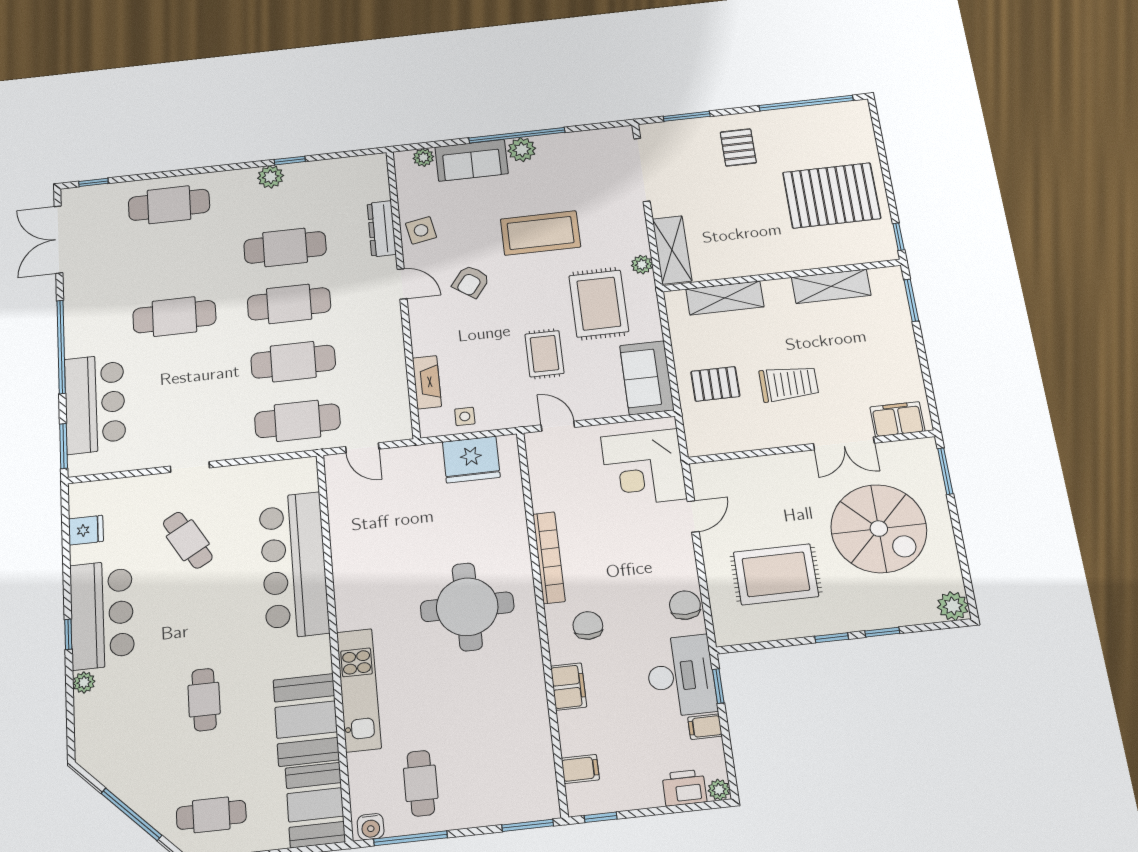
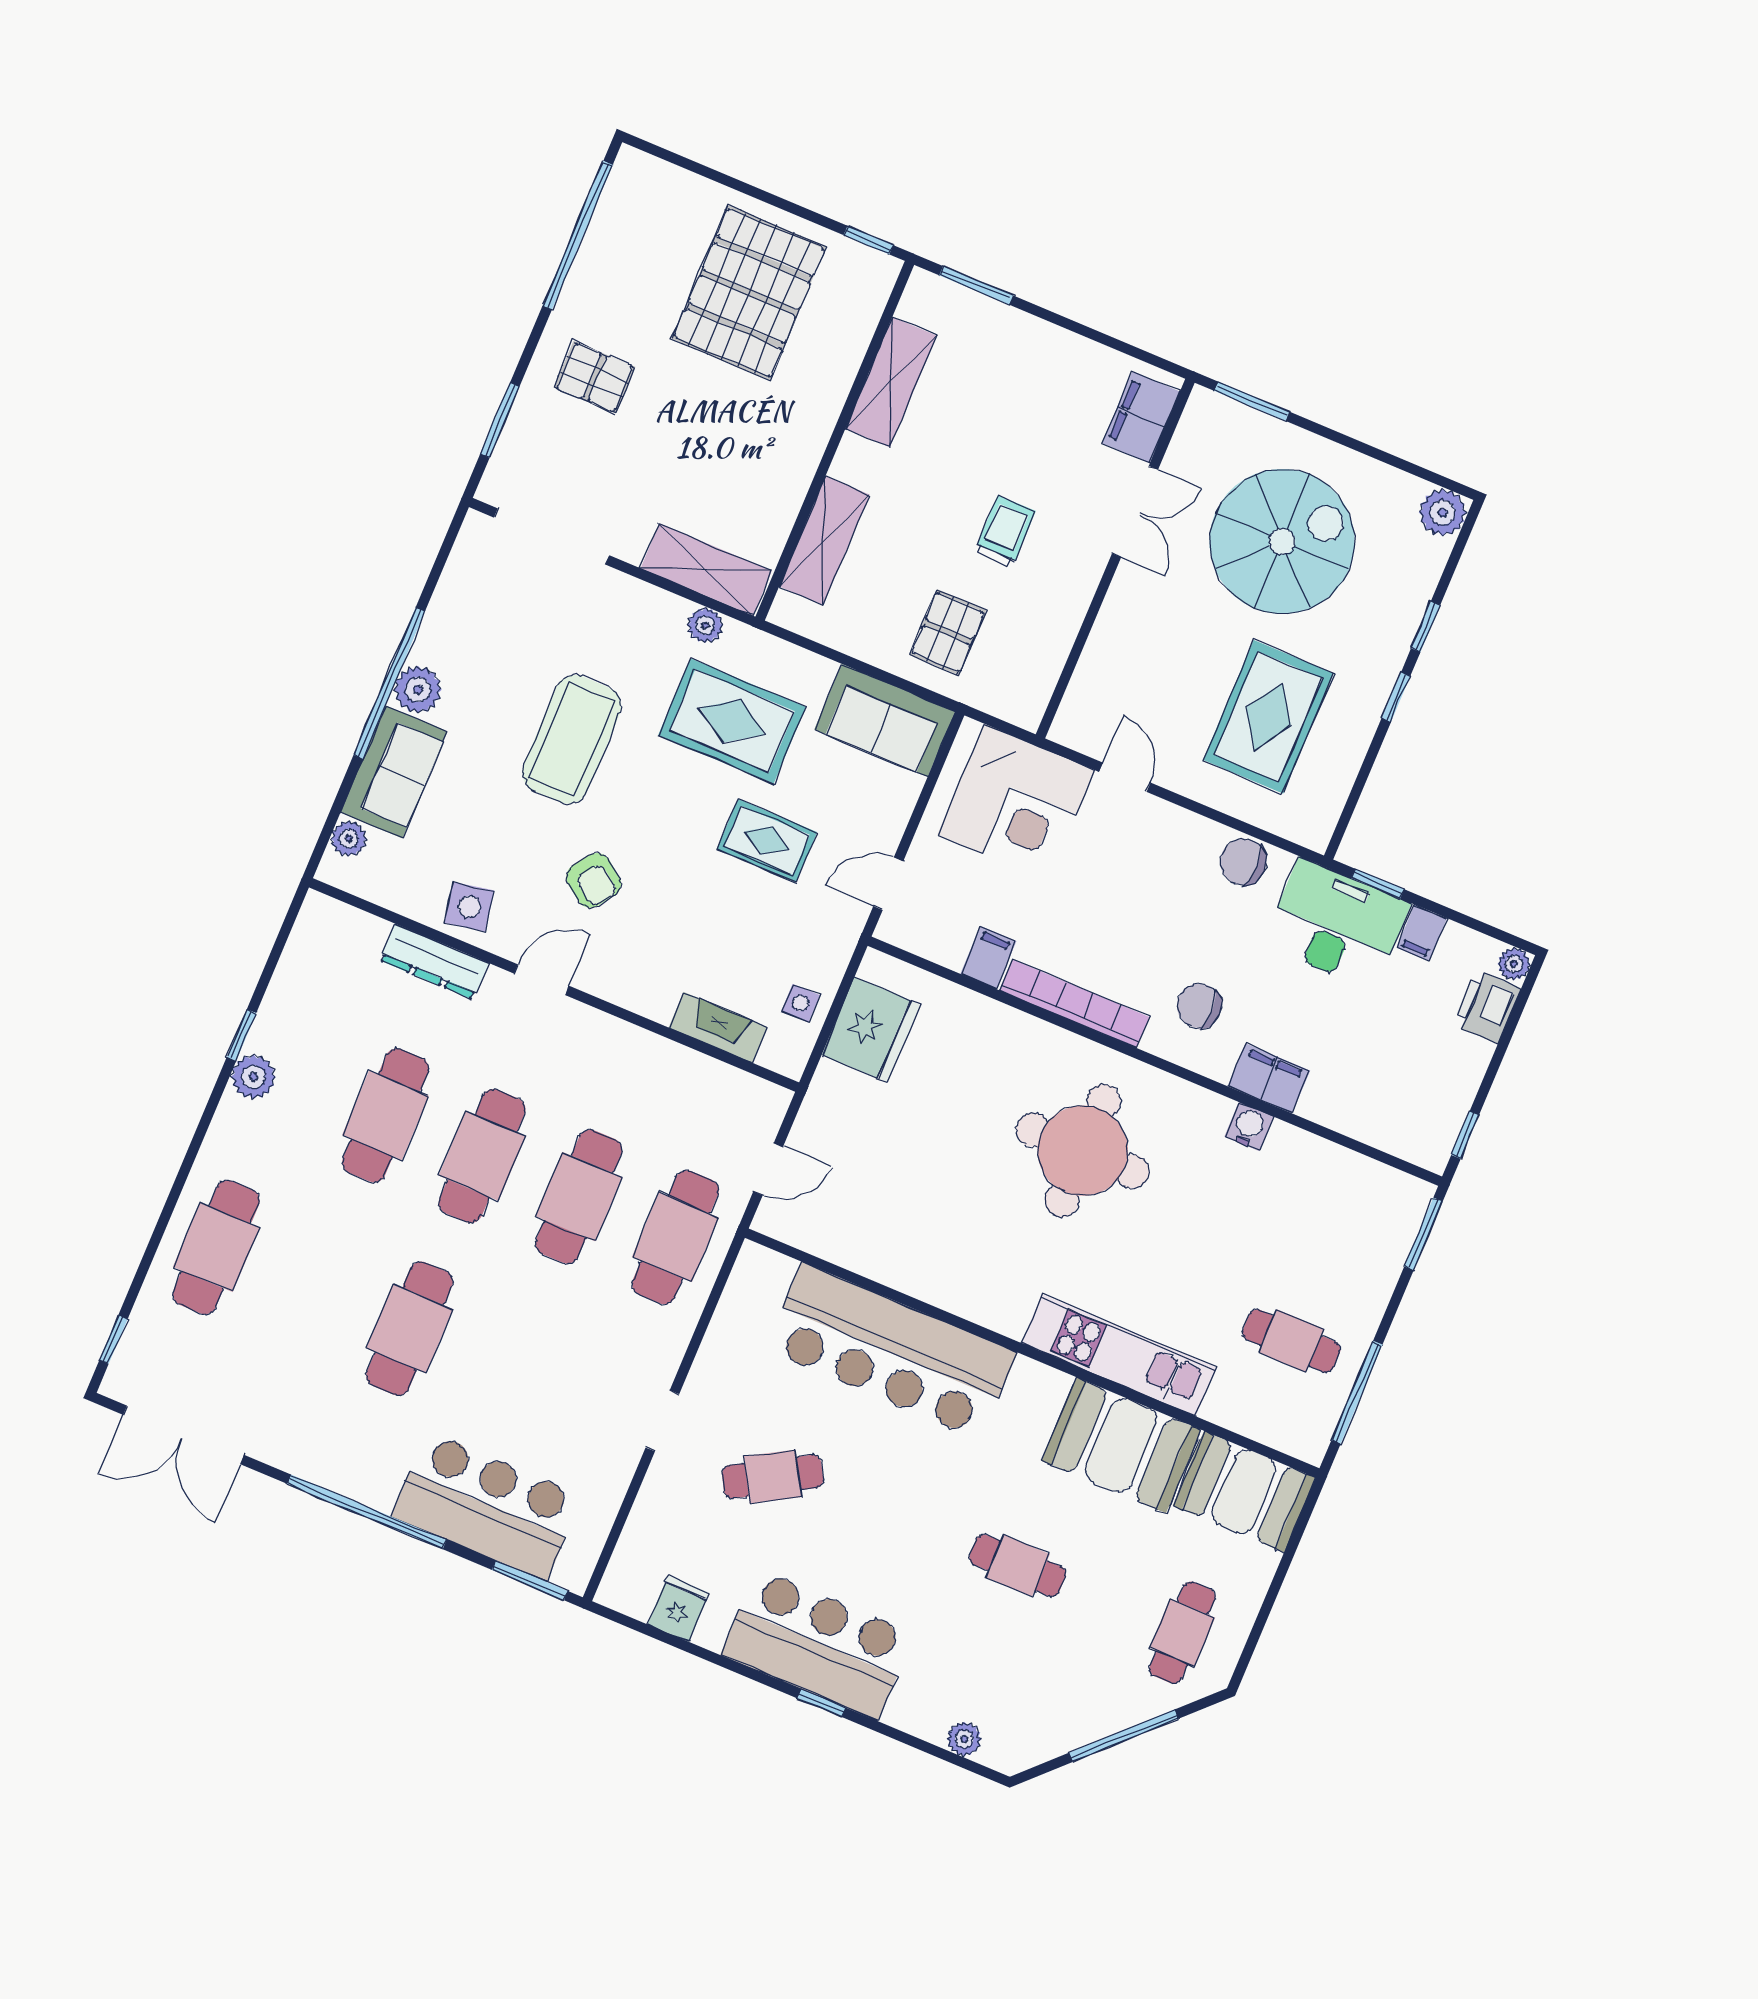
trolley: (789, 384) -> (1005, 532), width x0.73, depth x0.72
plant: (84, 682) -> (964, 1739), moved
filing cabinet: (580, 769) -> (988, 958), moved
water cooler: (371, 827) -> (1249, 1127), moved, turned -90

